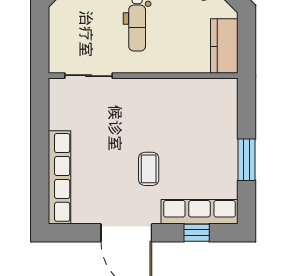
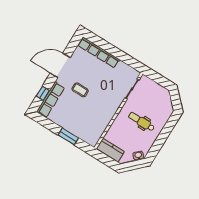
window: (247, 160) -> (68, 136), moved

